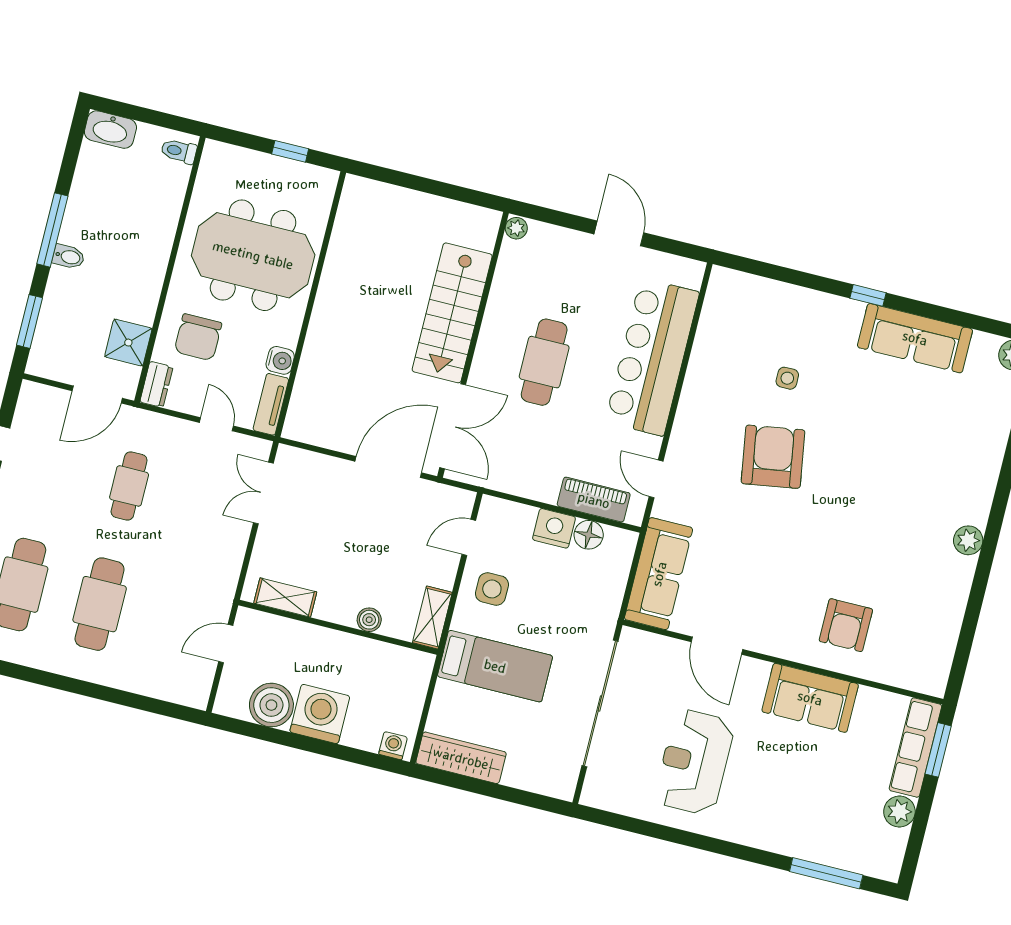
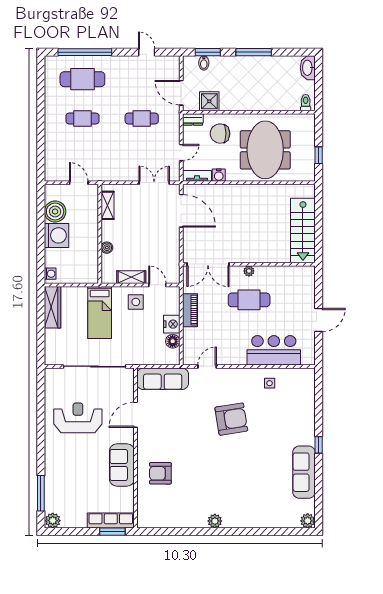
plant: (516, 228) -> (249, 271), moved
bidet: (68, 257) -> (204, 63), moved
stairs: (452, 313) -> (303, 230), moved, turned -90
bar counter: (652, 357) -> (274, 350), width x0.73
side table: (787, 378) -> (270, 383), moved
door: (388, 467) -> (181, 211), moved
piano: (594, 500) -> (190, 310), moved
cafe table: (100, 604) -> (82, 119), width x0.73, depth x0.74
shelving: (432, 617) -> (131, 277), moved
plant: (899, 812) -> (53, 521), moved

